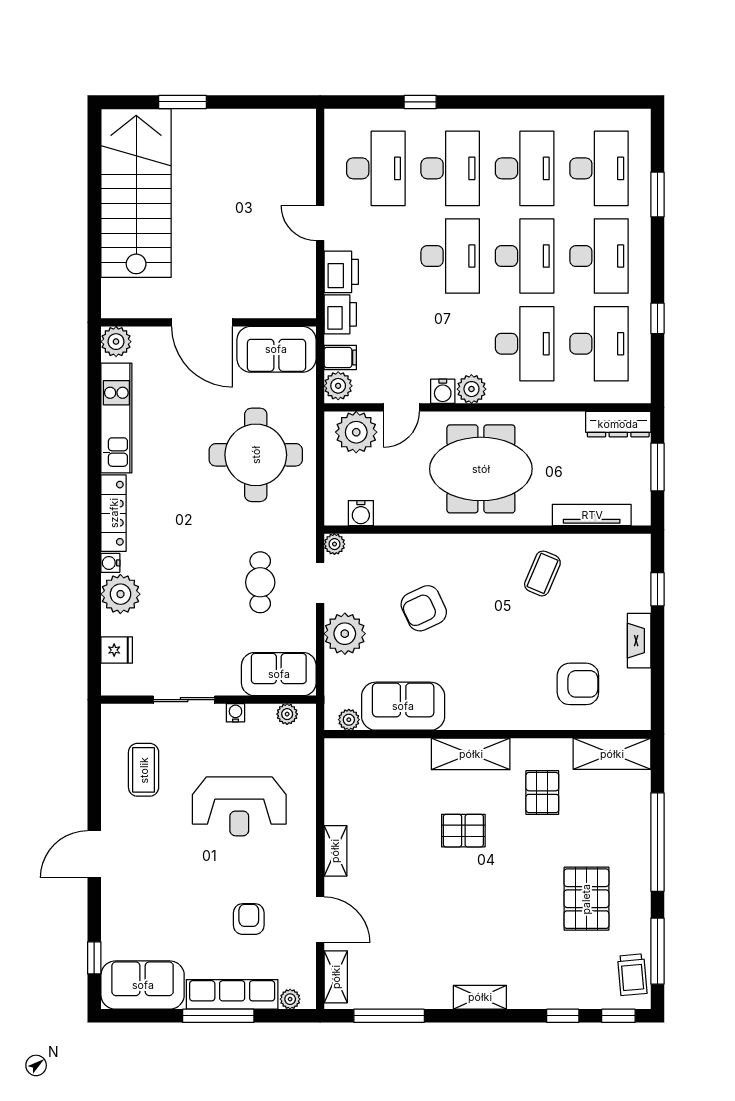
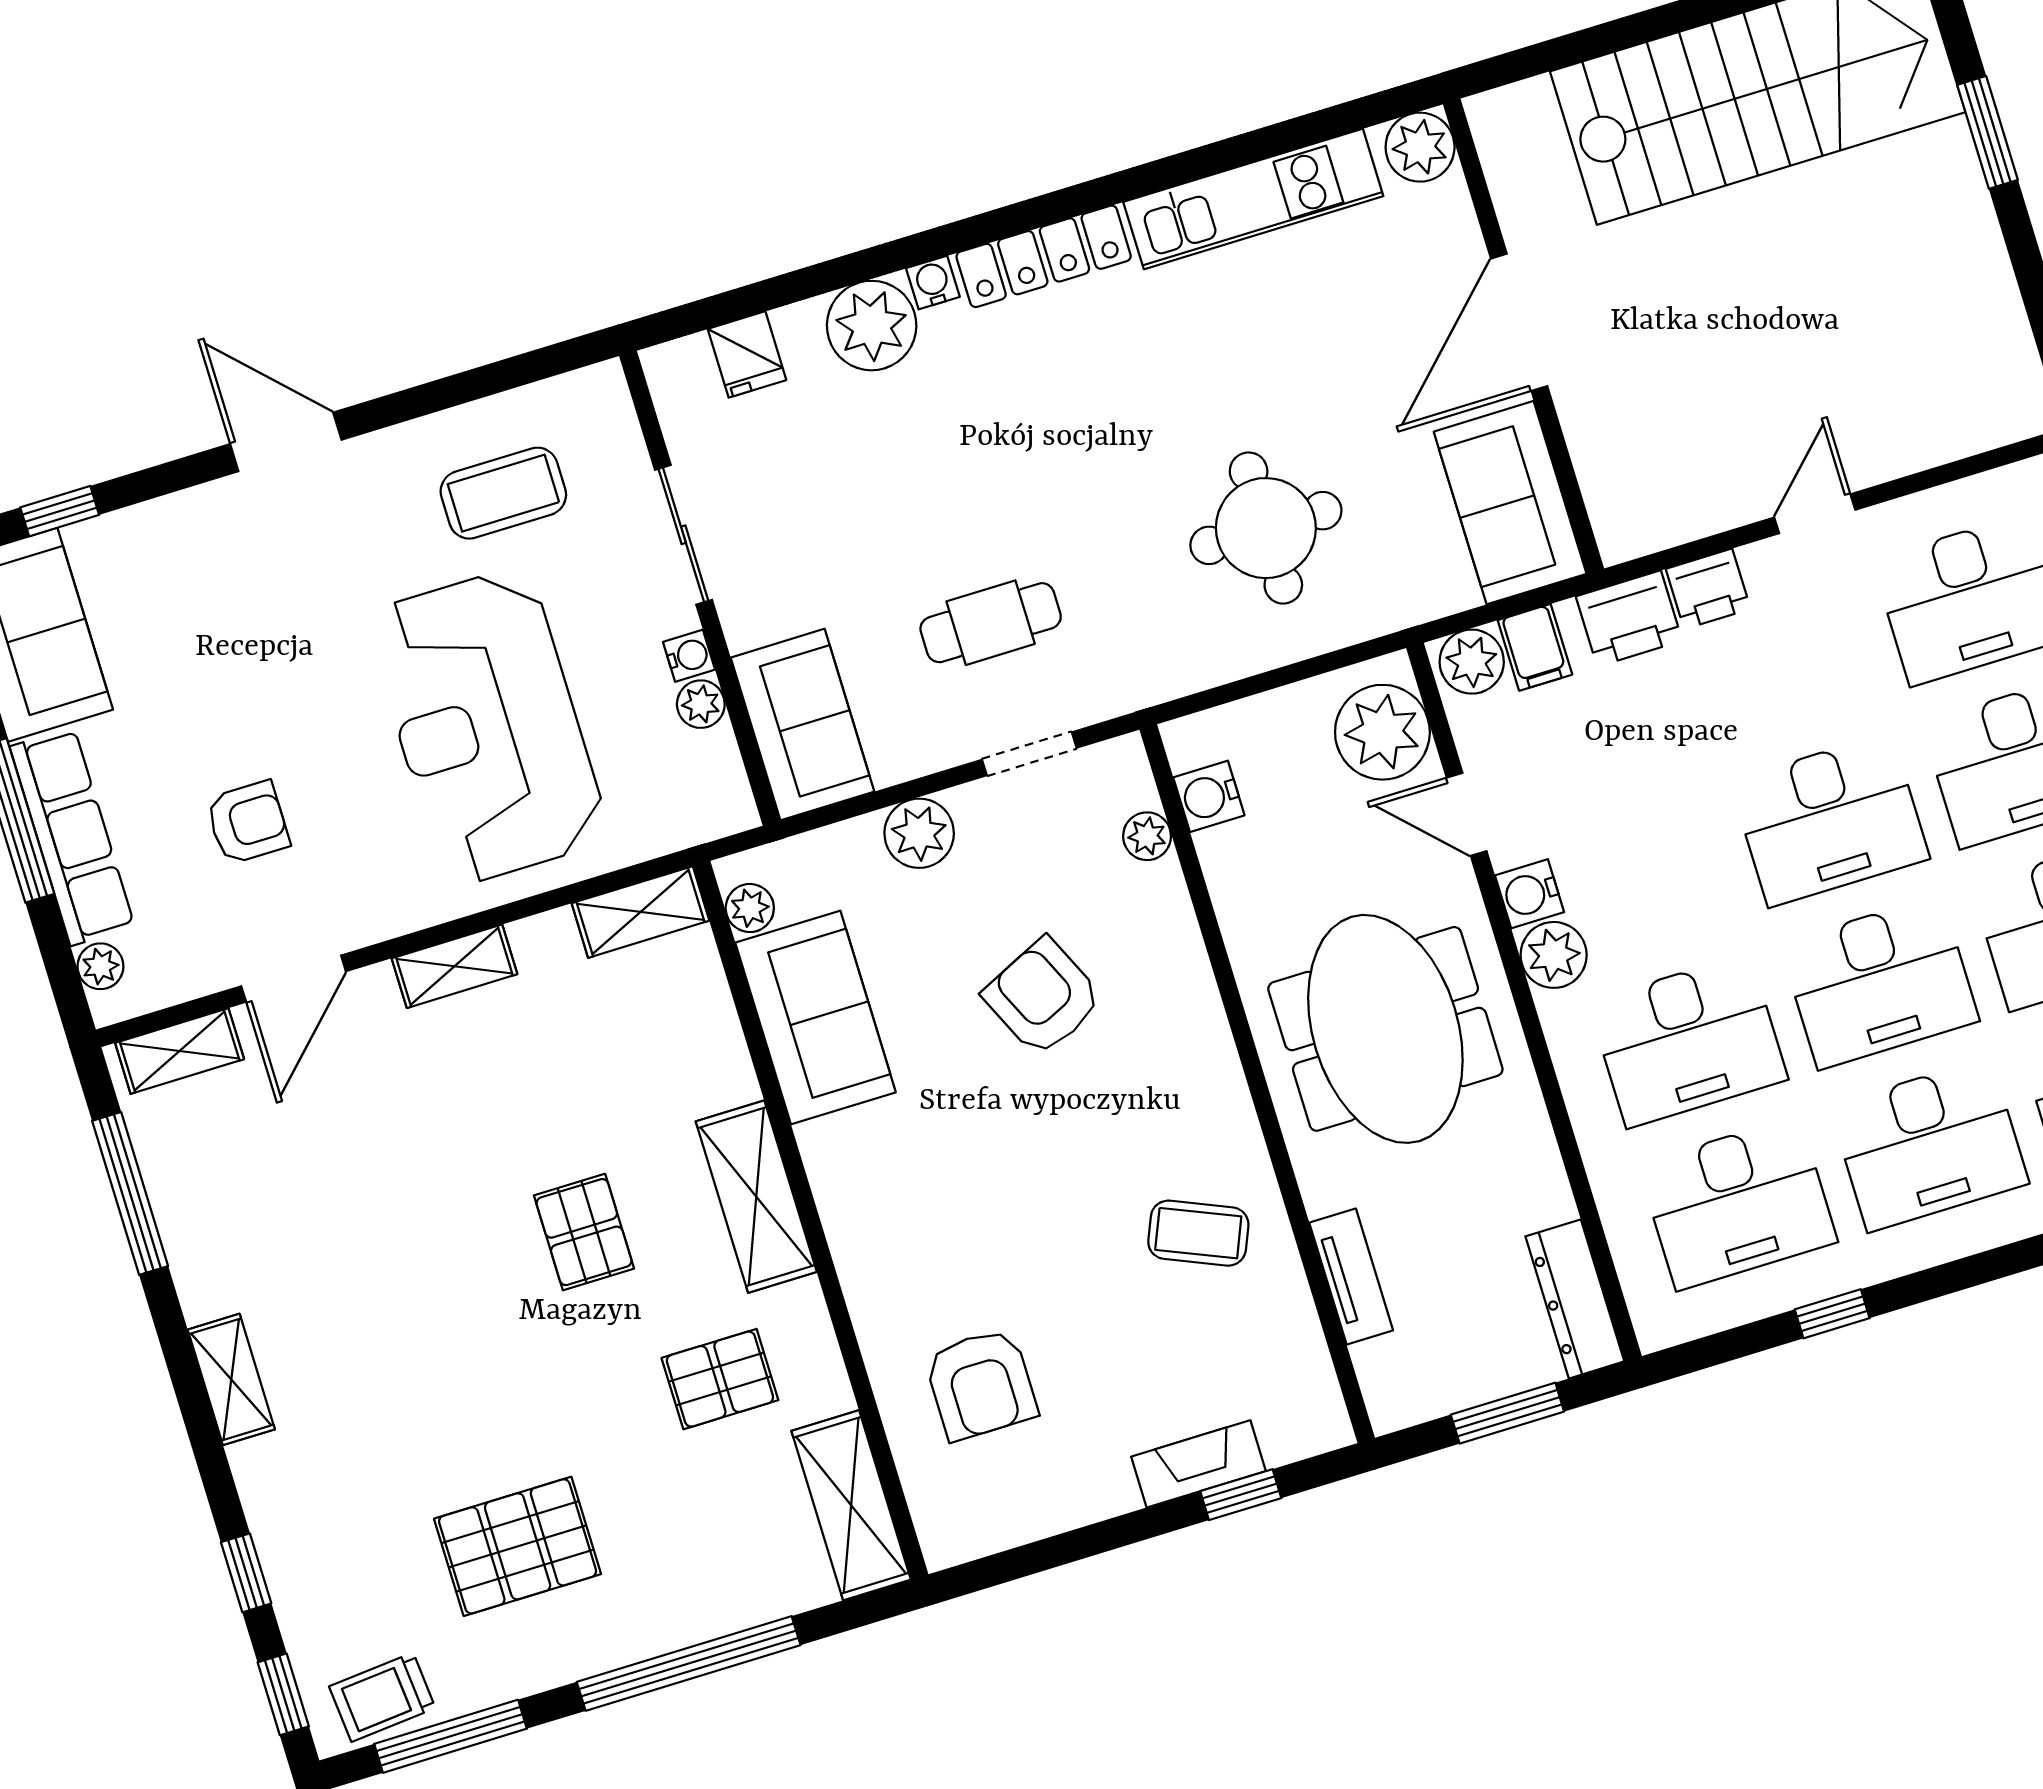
printer: (341, 272) -> (1708, 589), width x0.73, depth x0.81
round table: (256, 455) -> (1266, 528), width x0.73, depth x0.73
tv unit: (592, 515) -> (1351, 1277), width x0.71
plant: (334, 544) -> (1147, 836), moved
plant: (345, 634) -> (919, 833), width x0.73, depth x0.73
fireplace: (639, 641) -> (1198, 1464), moved
plant: (287, 714) -> (701, 704), moved
shelving: (337, 766) -> (641, 912), added
reception desk: (239, 806) -> (487, 727), width x1.36, depth x1.30

